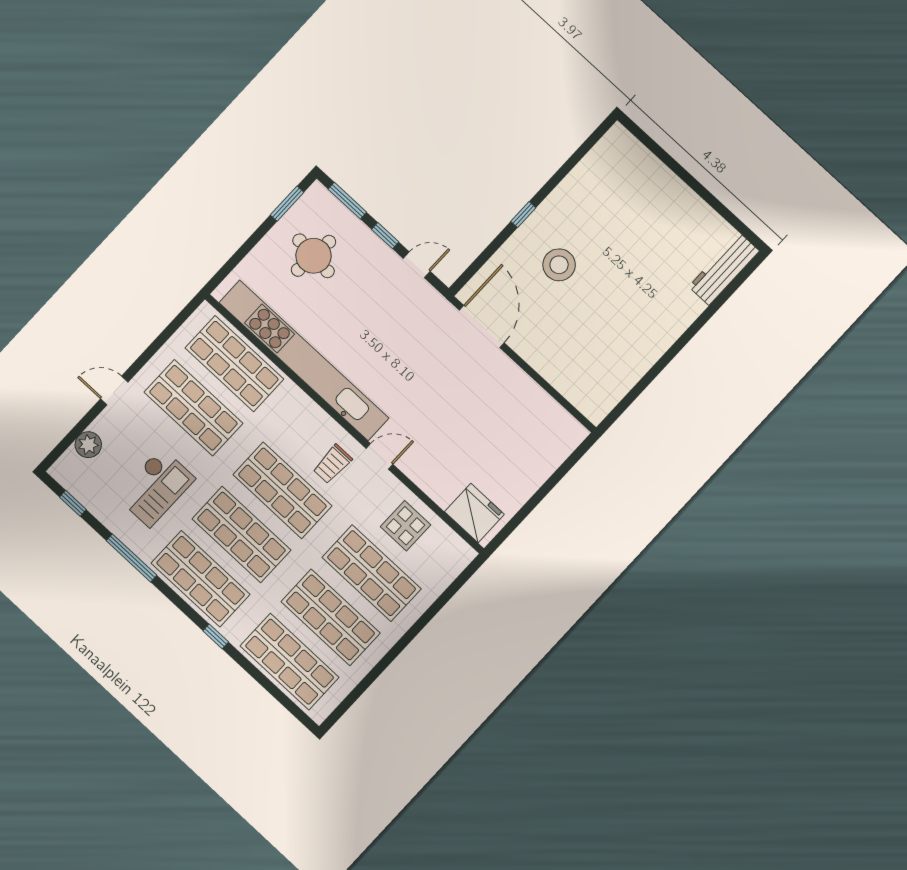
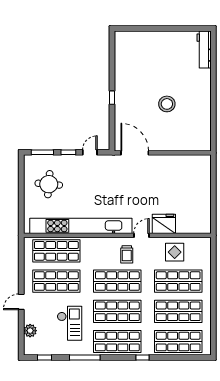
window: (287, 204) -> (21, 174), removed
stool: (559, 265) -> (167, 104), moved
fridge: (474, 513) -> (164, 224), moved

